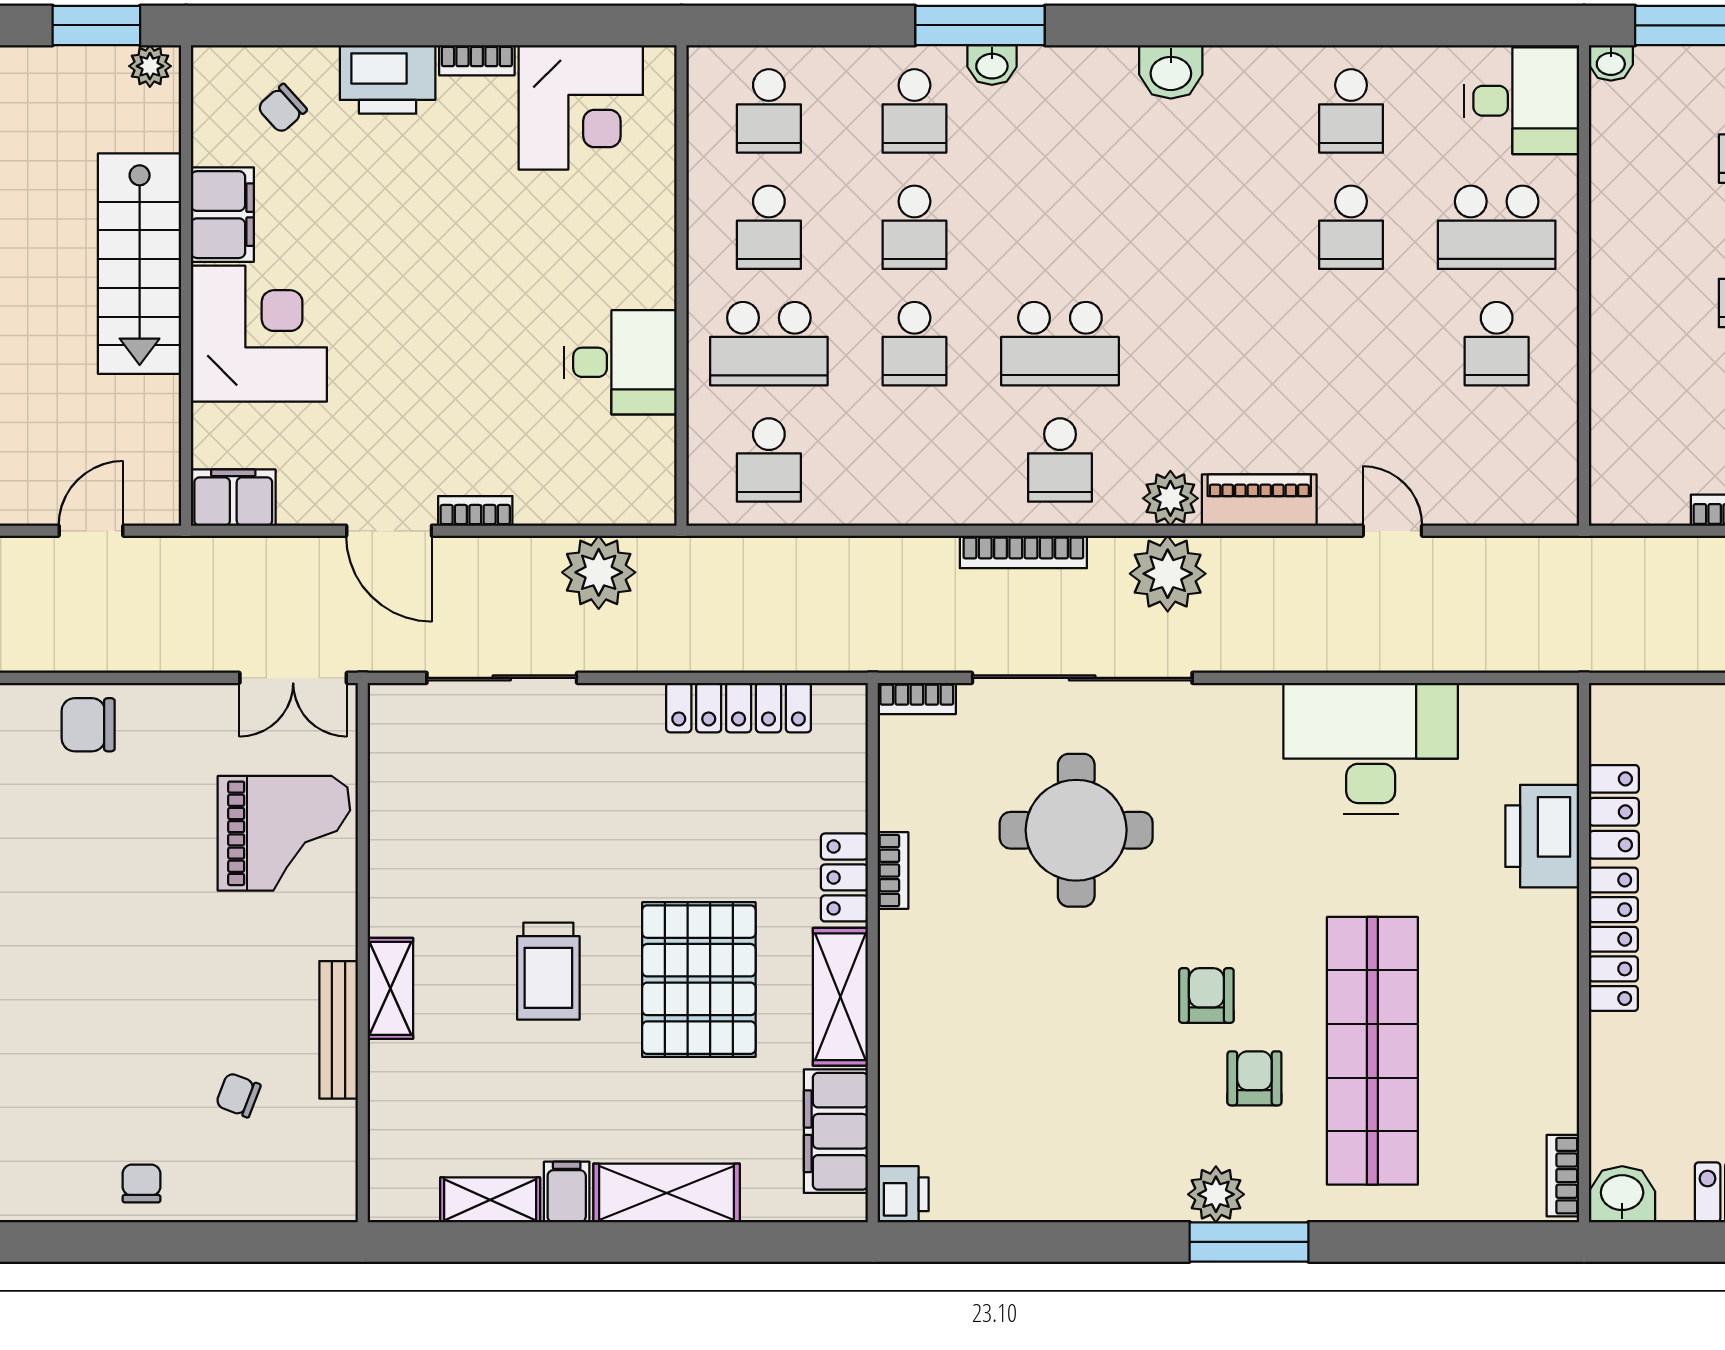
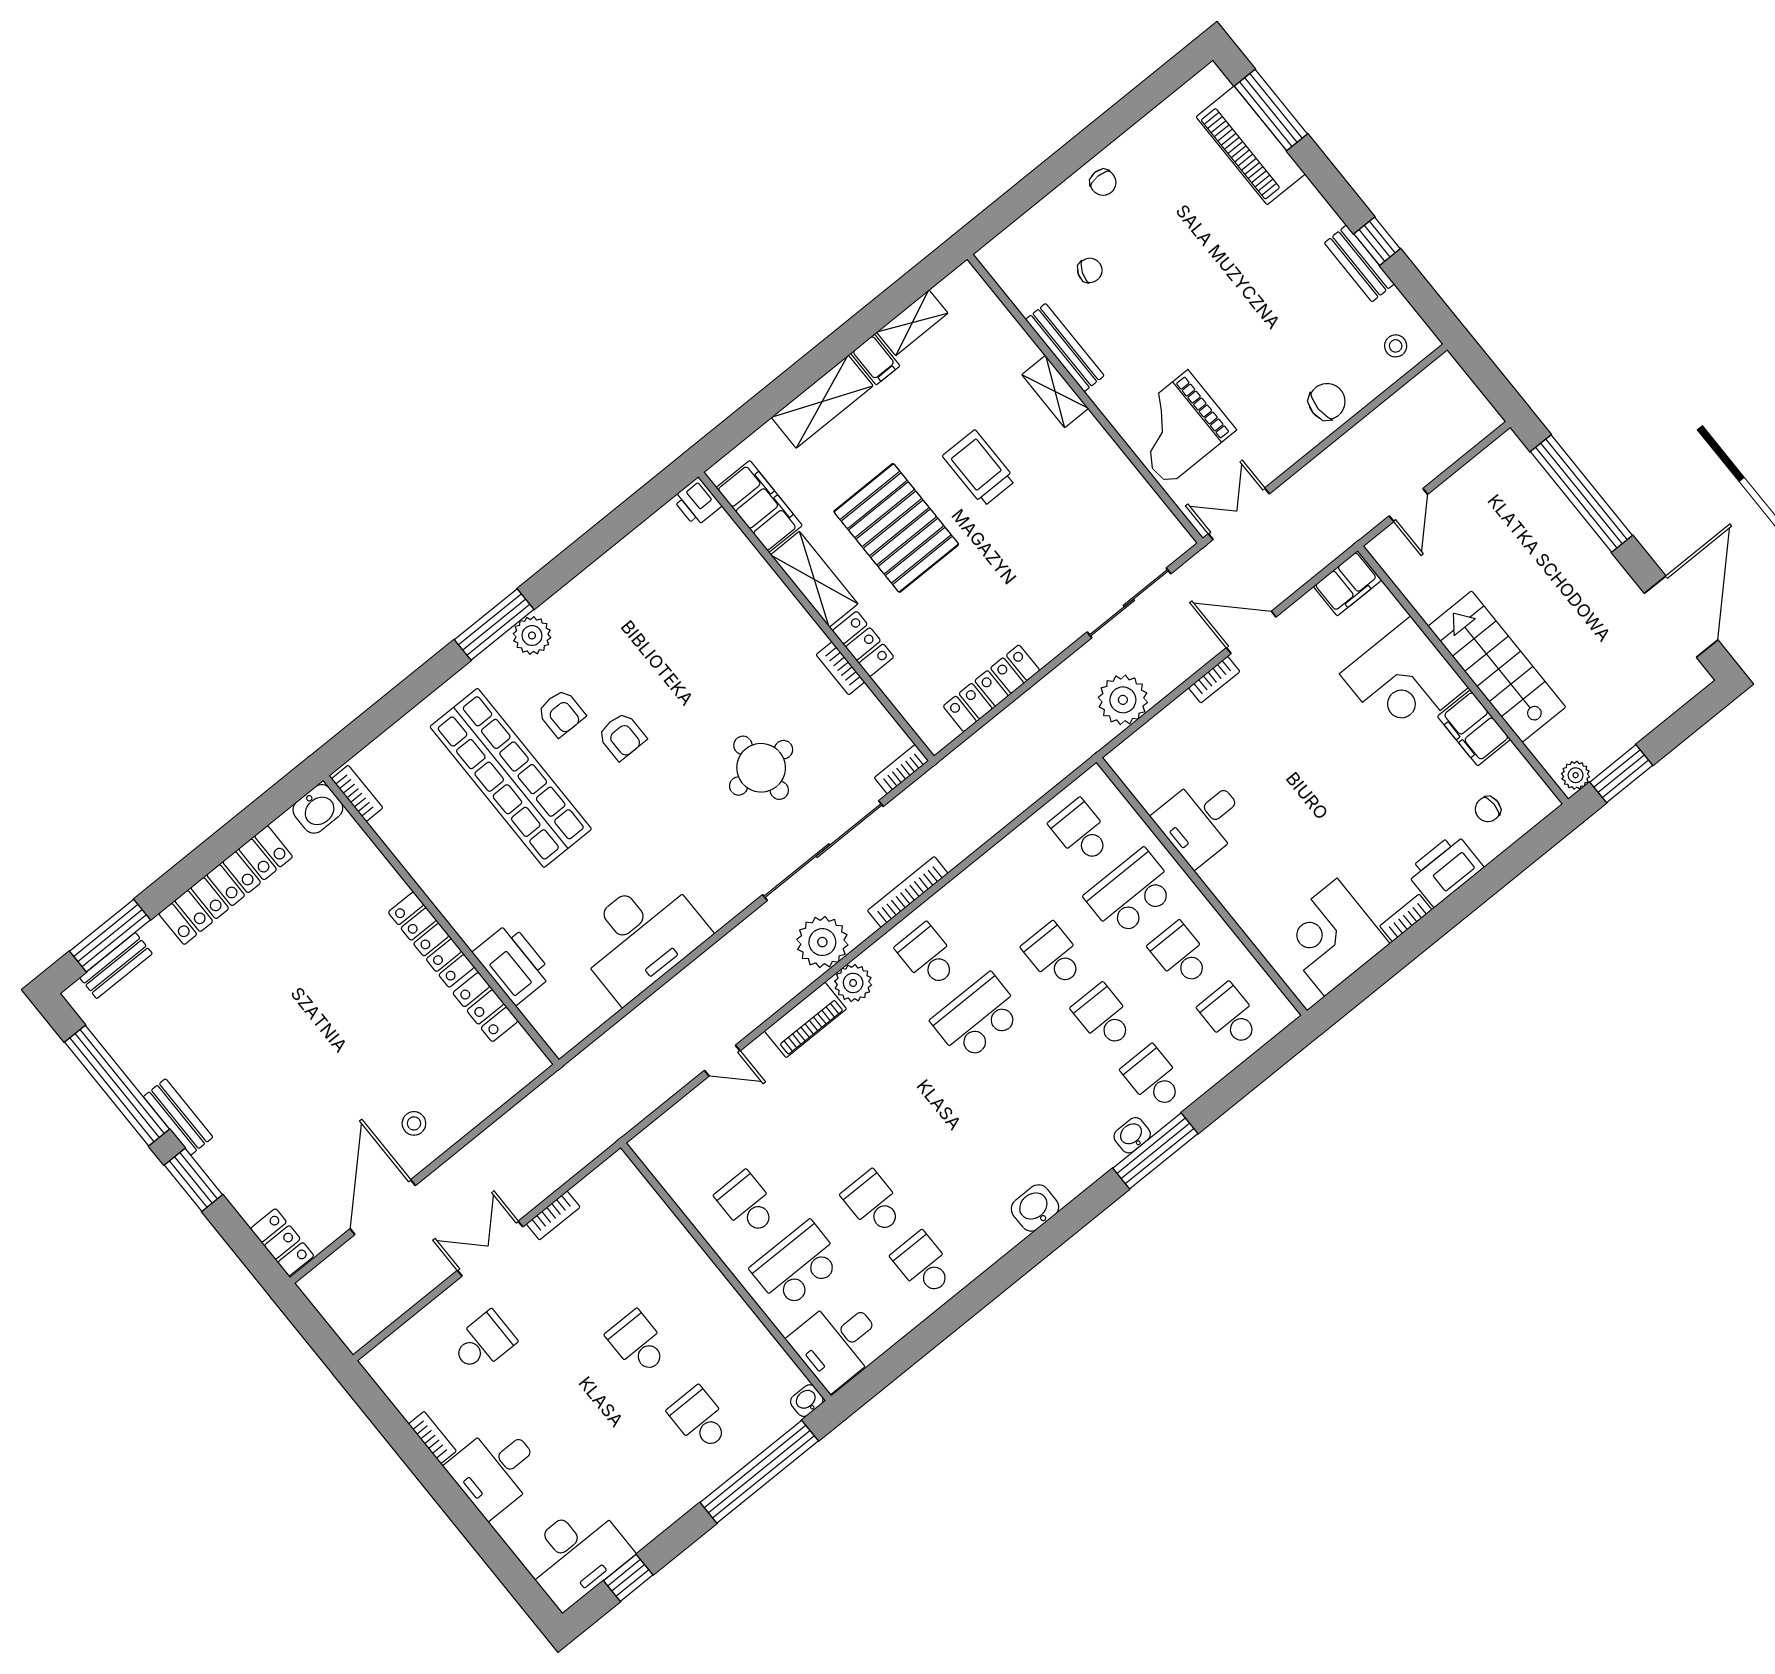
chair: (282, 109) -> (1488, 809), turned -138
round table: (1076, 830) -> (761, 768), width x0.73, depth x0.73

